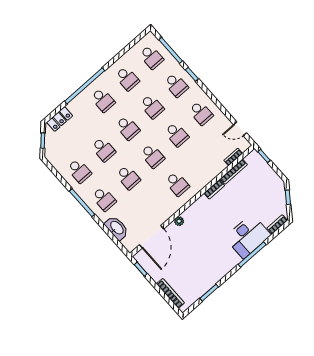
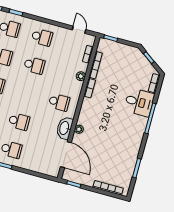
door: (240, 129) -> (79, 30), swing flipped
school desk: (152, 156) -> (27, 93), removed
plant: (213, 173) -> (81, 76), added
washbasin: (117, 228) -> (65, 128), moved, turned -90
desk: (248, 236) -> (139, 102), width x0.73

